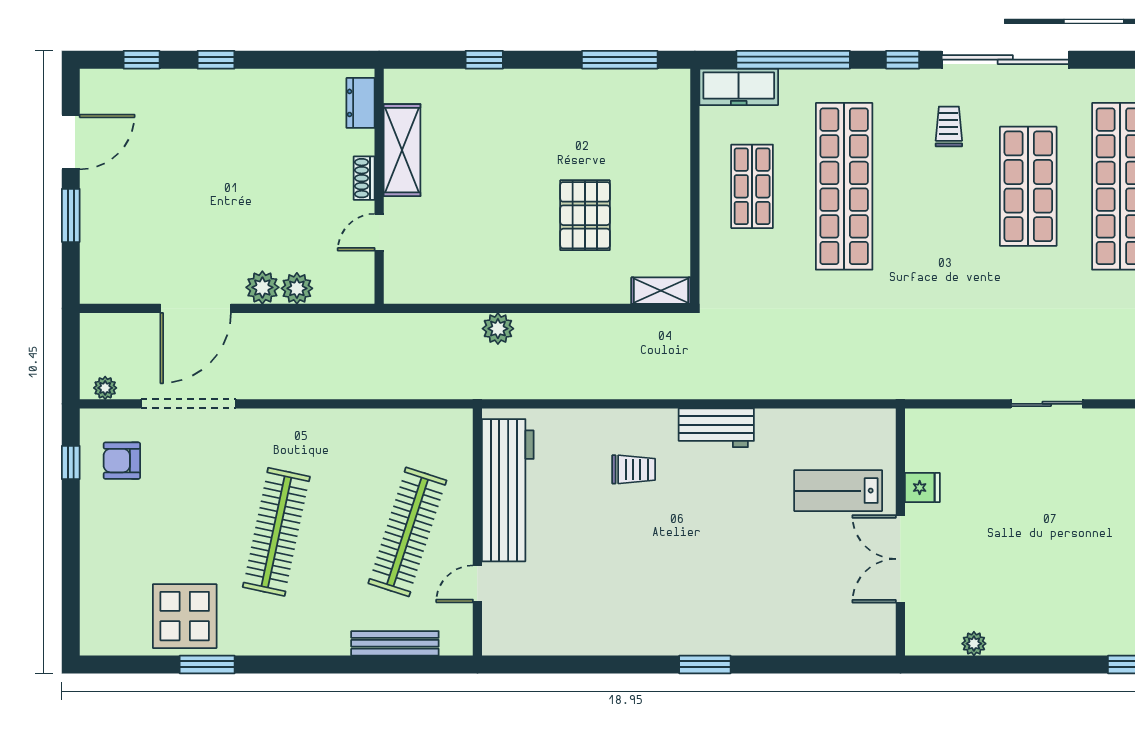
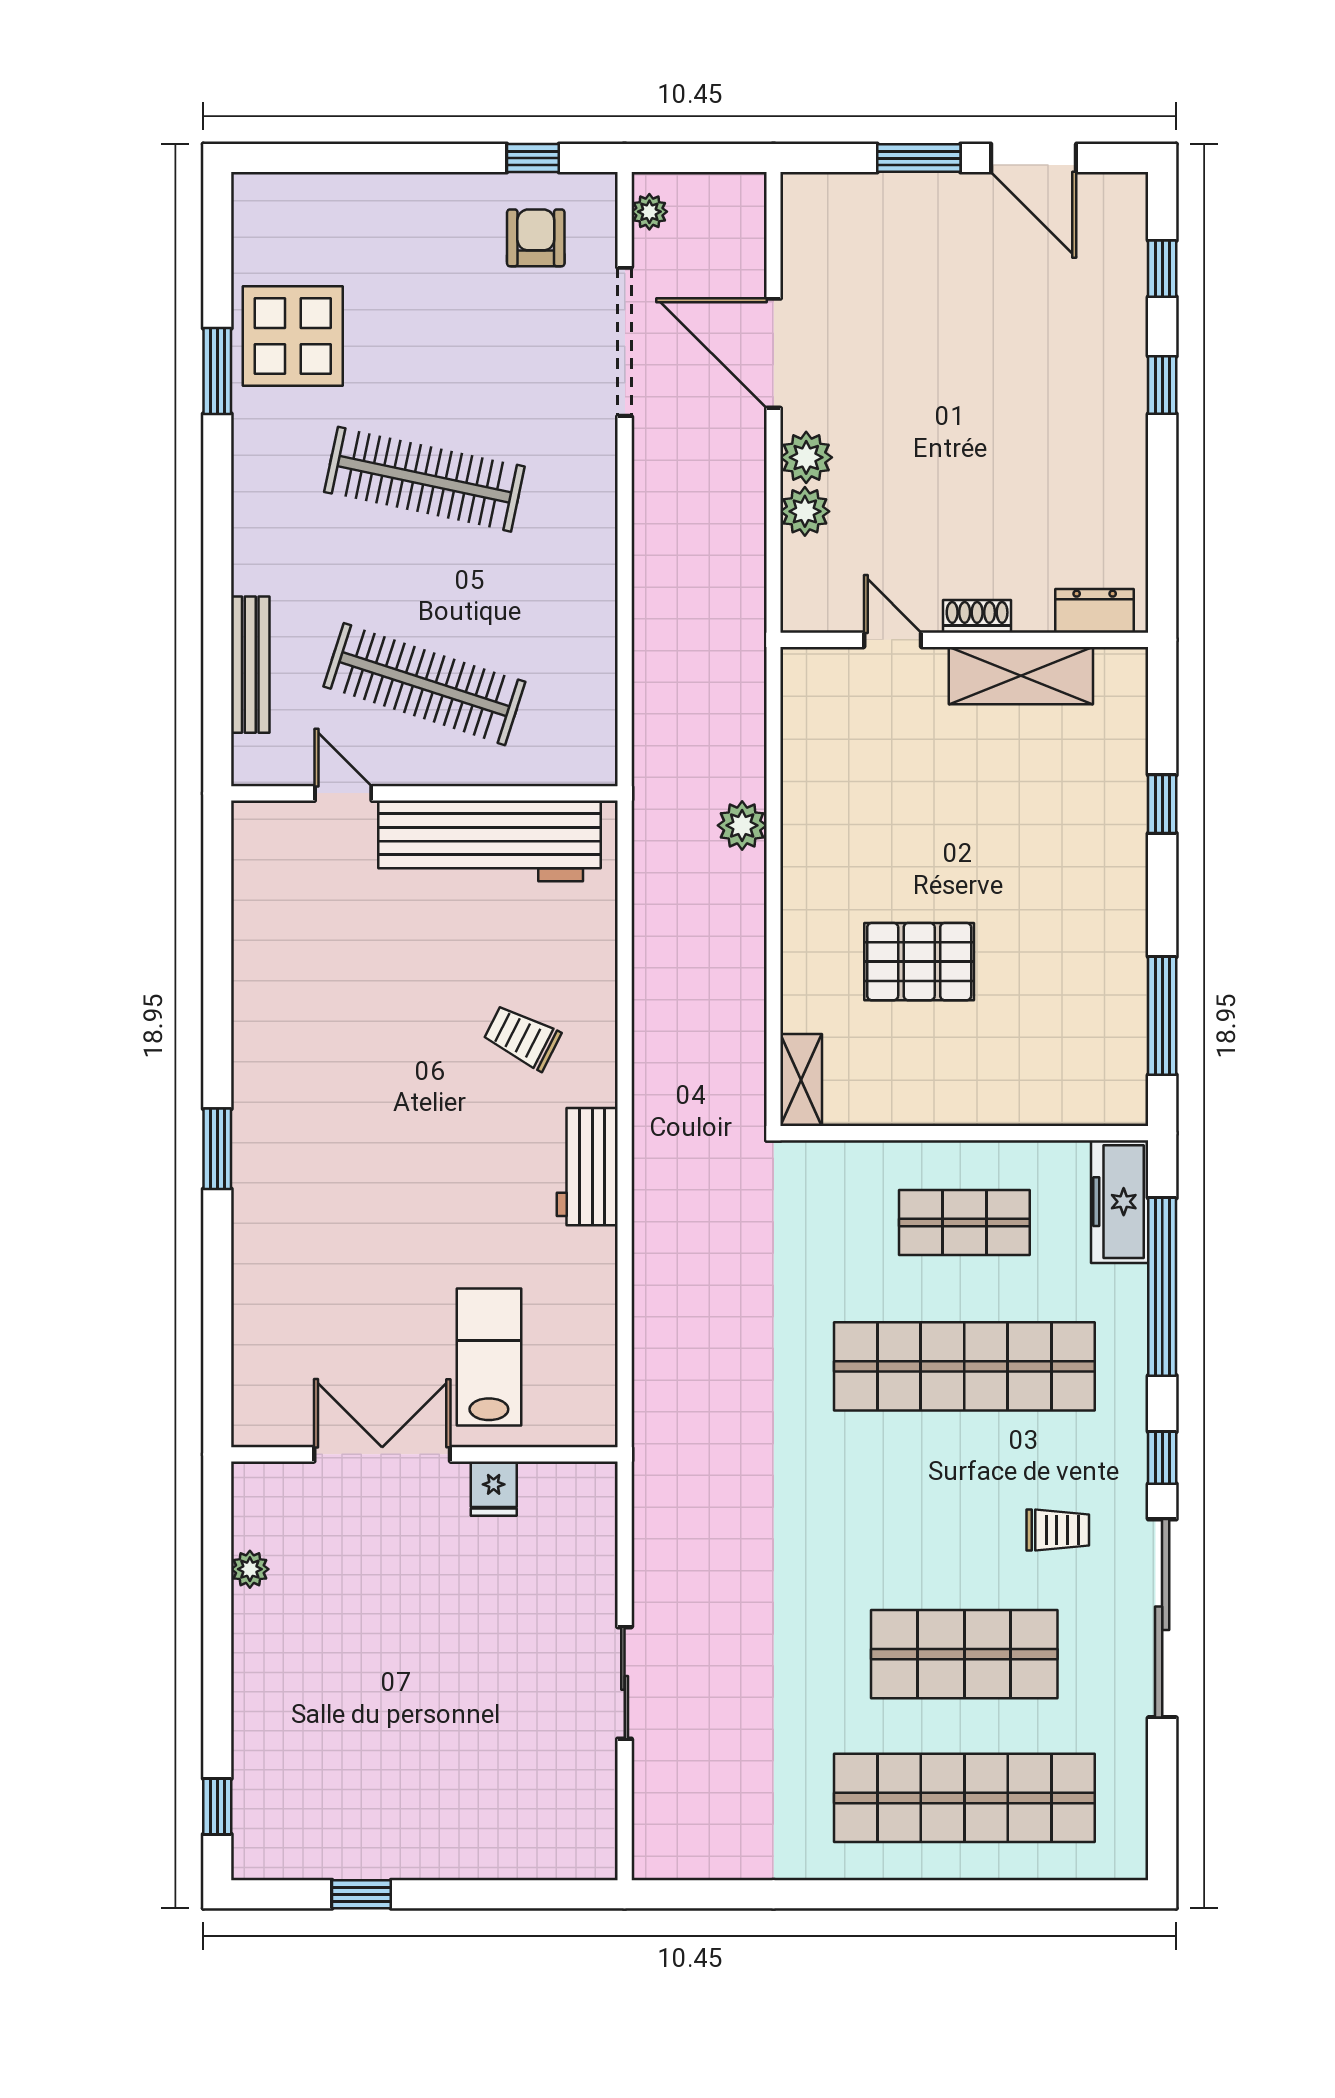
trolley: (634, 469) -> (522, 1037), turned 117

